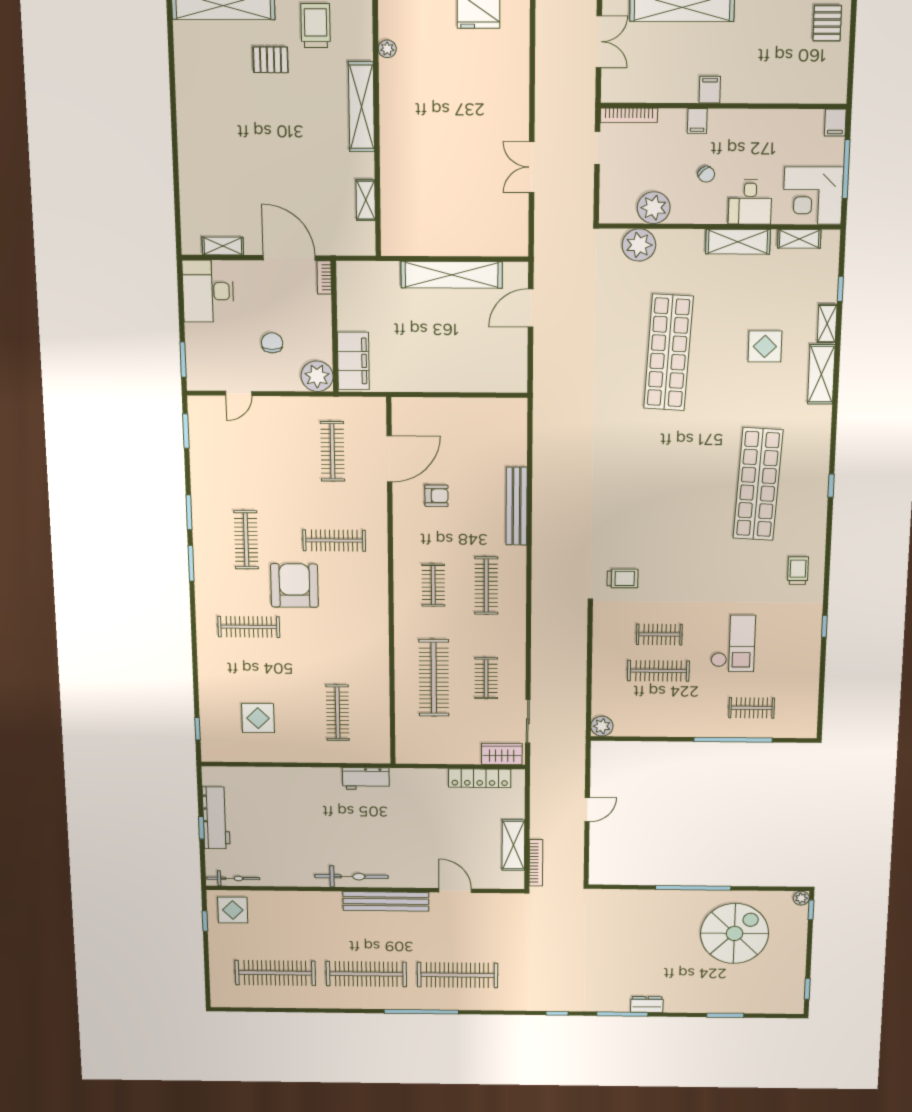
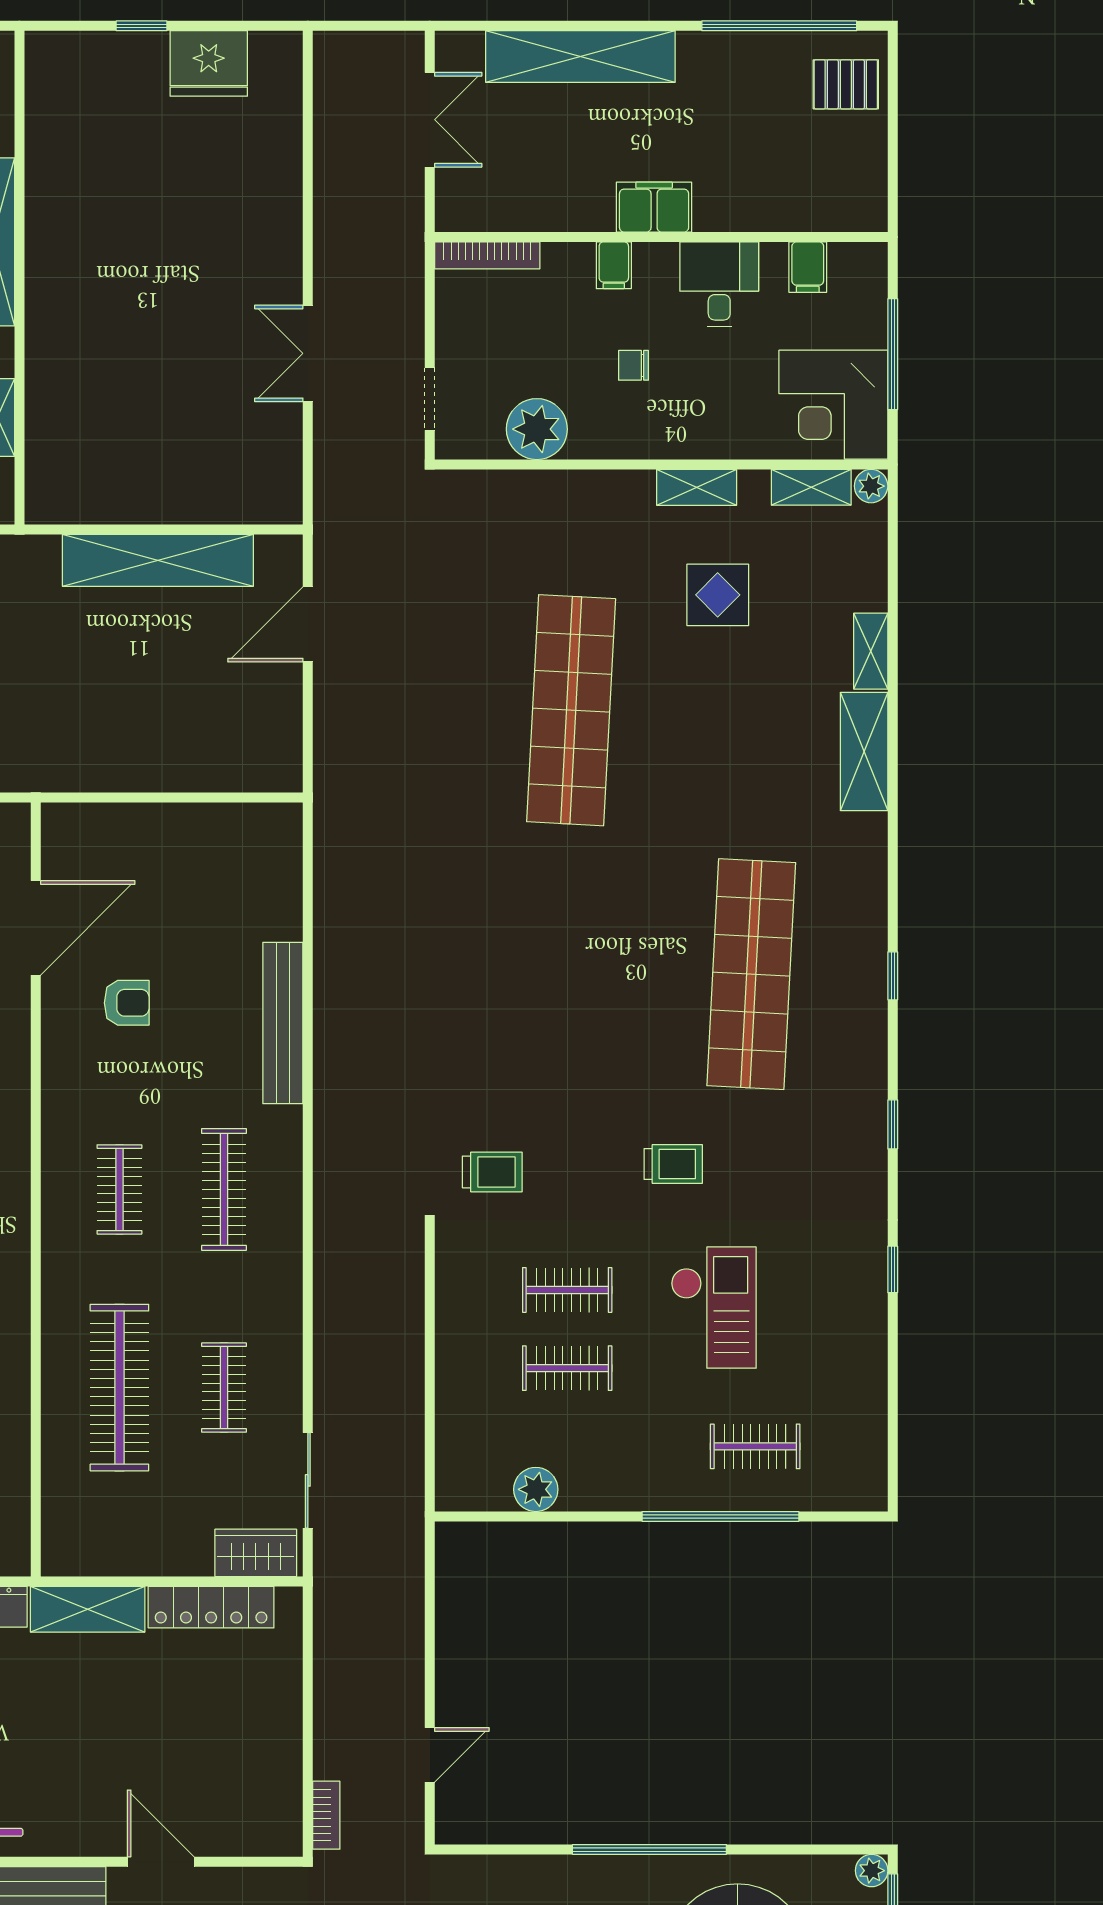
pallet: (827, 23) -> (846, 84), turned 90
plant: (387, 49) -> (41, 134), removed
filing cabinet: (710, 90) -> (654, 207), width x2.00
filing cabinet: (835, 123) -> (808, 267), moved
doorway: (597, 148) -> (430, 399), moved
chair: (706, 174) -> (634, 365), turned 131
desk: (750, 202) -> (719, 284), moved, turned 180
shelving: (738, 242) -> (697, 487), width x0.67, depth x0.75
plant: (639, 245) -> (871, 486), moved, width x0.53, depth x0.53
window: (840, 289) -> (893, 1124), moved
display table: (765, 346) -> (718, 595), moved
trolley: (798, 571) -> (673, 1164), moved, turned 90
clothes rail: (658, 671) -> (567, 1368), width x0.73
plant: (602, 726) -> (536, 1489), moved
door: (587, 810) -> (430, 1755), moved
shelving: (513, 845) -> (88, 1609), moved, turned 90
bookcase: (536, 863) -> (326, 1815), width x0.64

